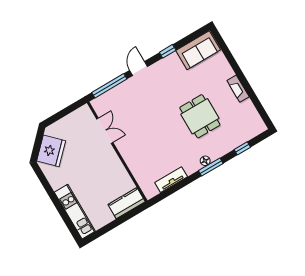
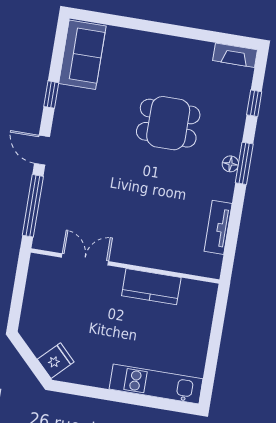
fireplace: (238, 89) -> (235, 55), moved
fridge: (51, 151) -> (56, 361), width x0.53, depth x0.75
kitchen counter: (127, 203) -> (151, 287), moved, turned -90

